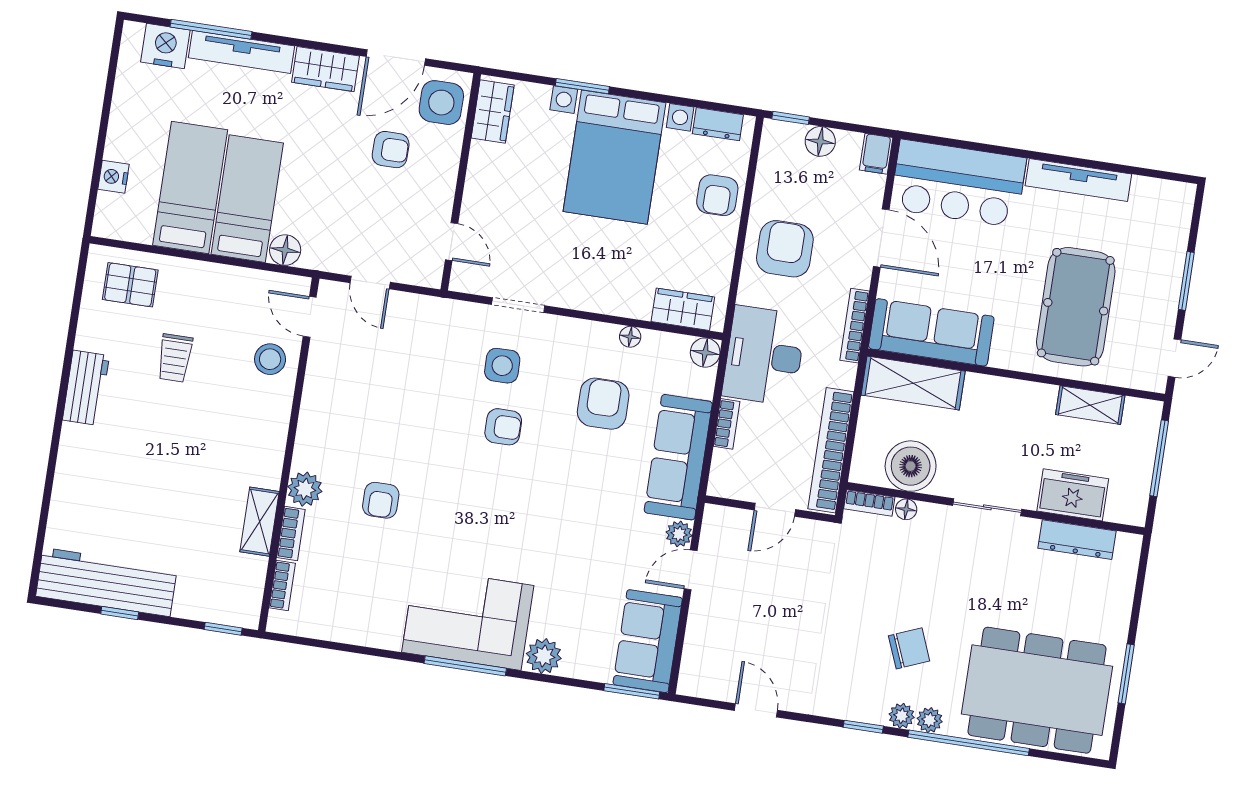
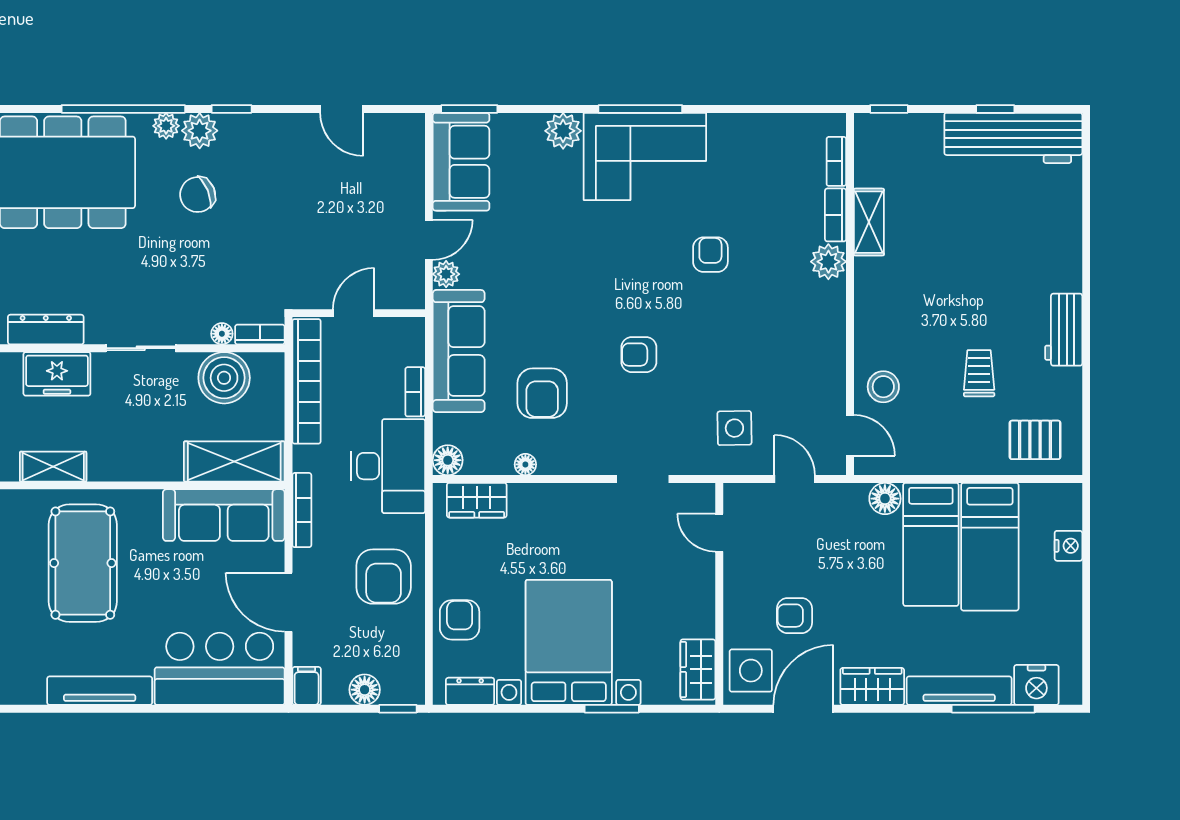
side table: (502, 366) -> (734, 428), moved
armchair: (381, 500) -> (710, 255), moved
plant: (902, 716) -> (200, 131), width x1.38, depth x1.38

